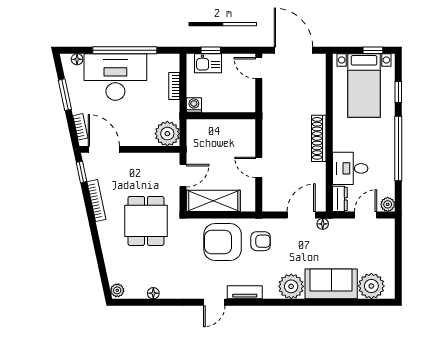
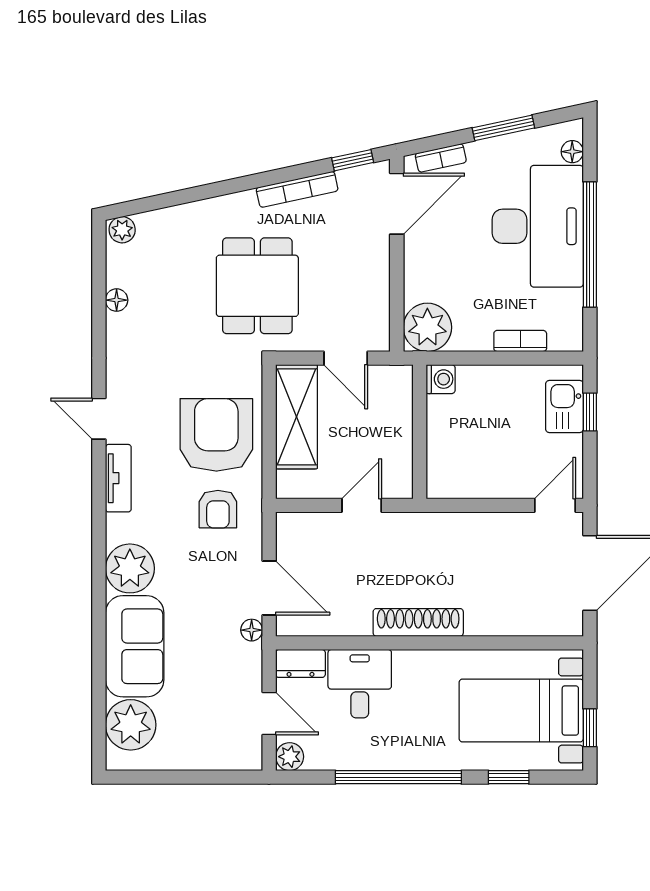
washing machine: (194, 105) -> (441, 379), moved
wall: (221, 116) -> (420, 432), moved
dining table: (146, 221) -> (257, 286), turned 90

